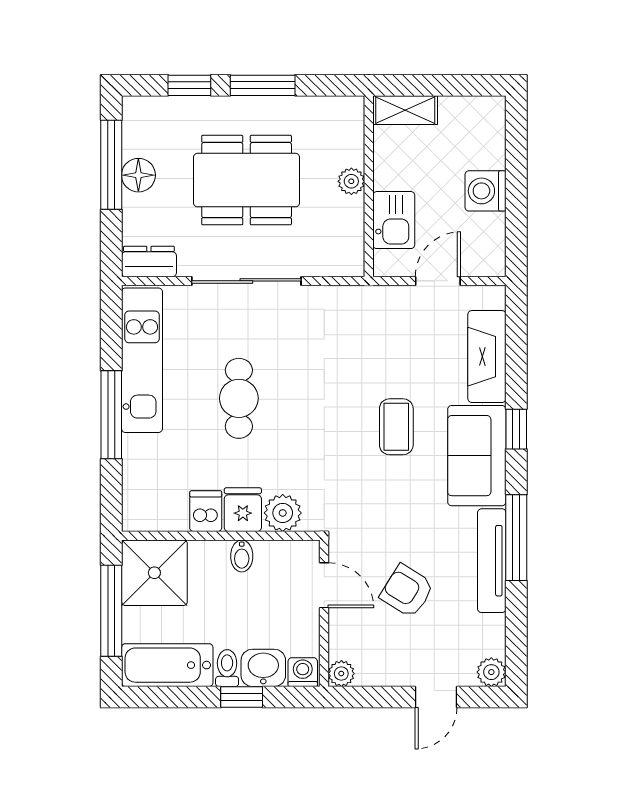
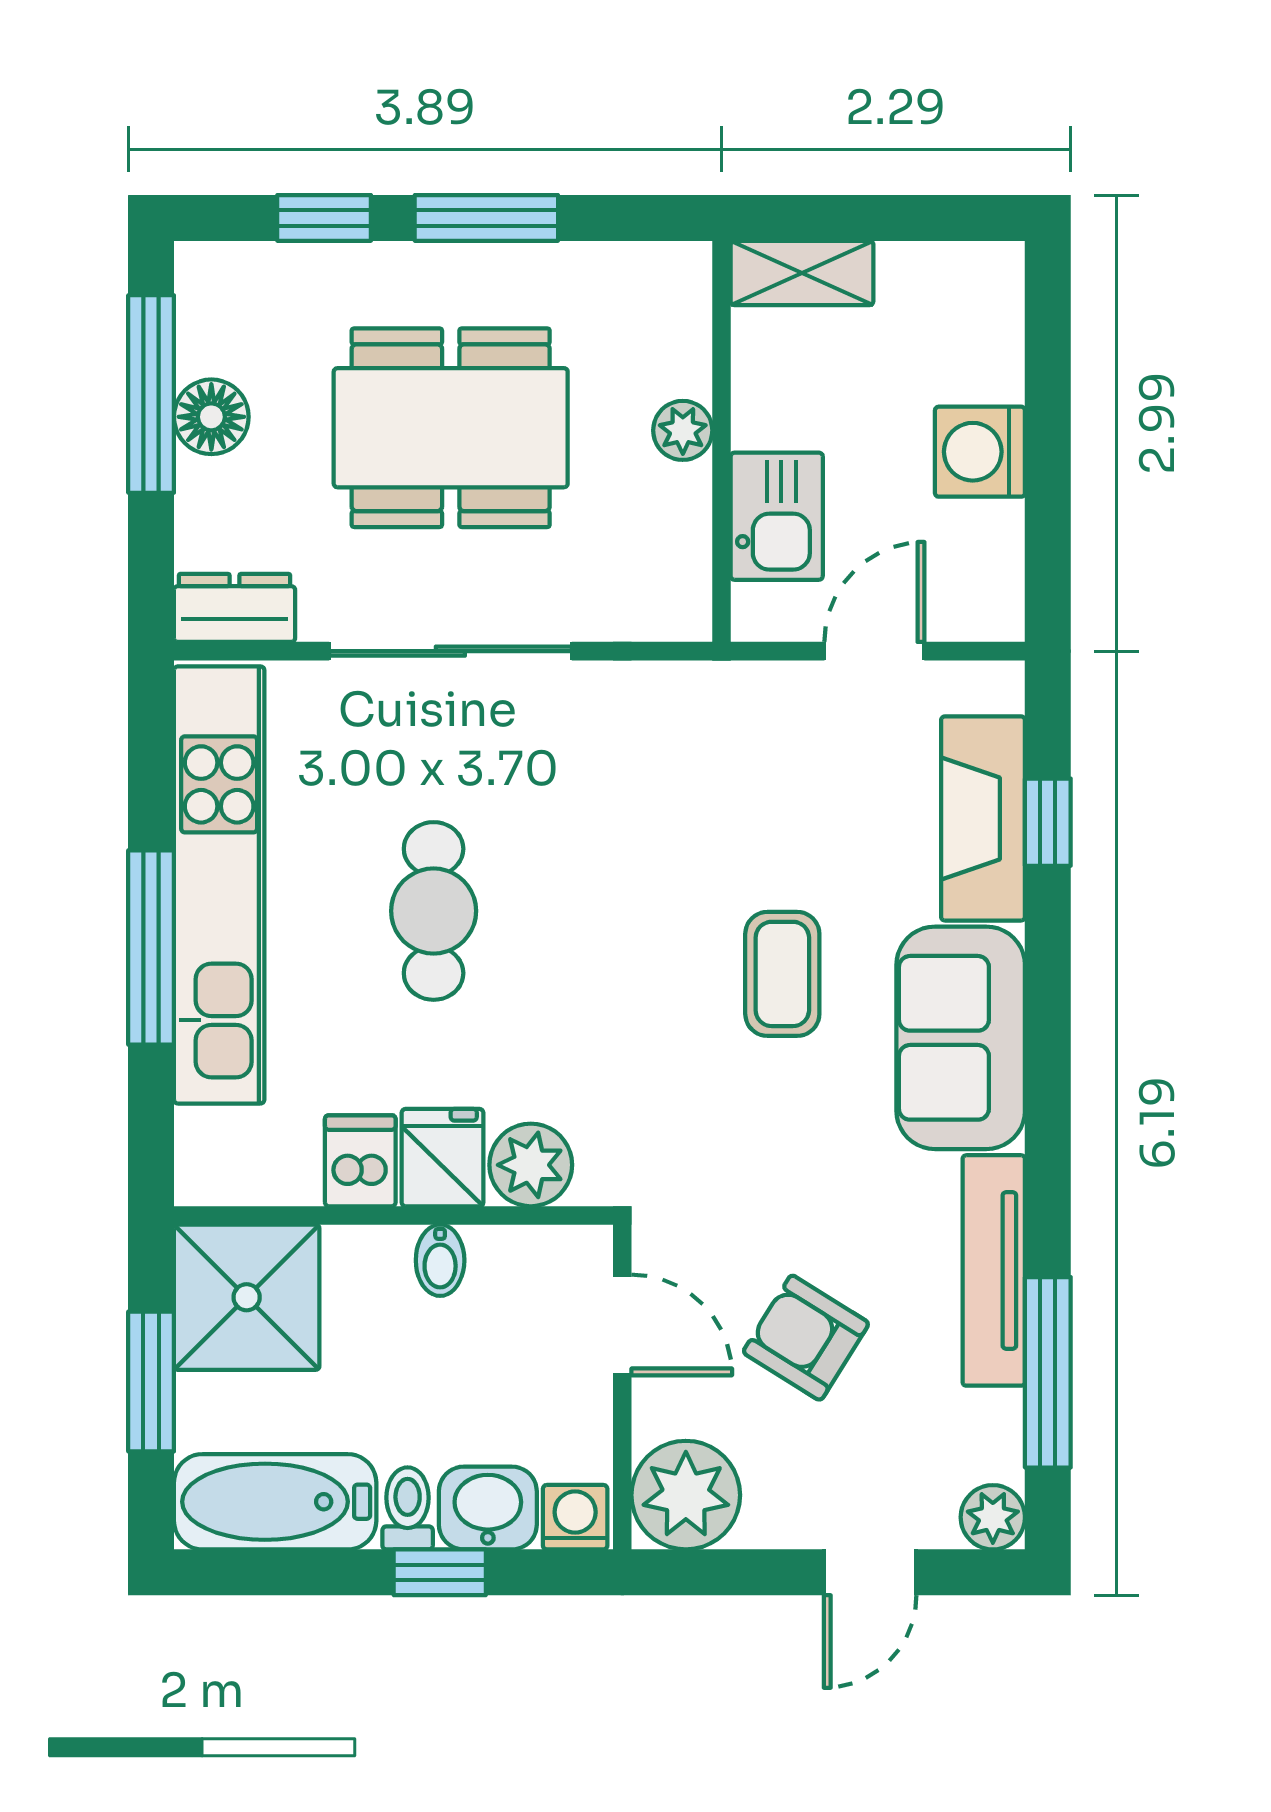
kitchen unit: (142, 360) -> (219, 885), width x1.36
window: (516, 429) -> (1048, 822), moved
window: (516, 538) -> (1048, 1372), moved
window: (111, 611) -> (151, 1381), width x0.69
plant: (341, 674) -> (686, 1495), width x1.87, depth x1.87

